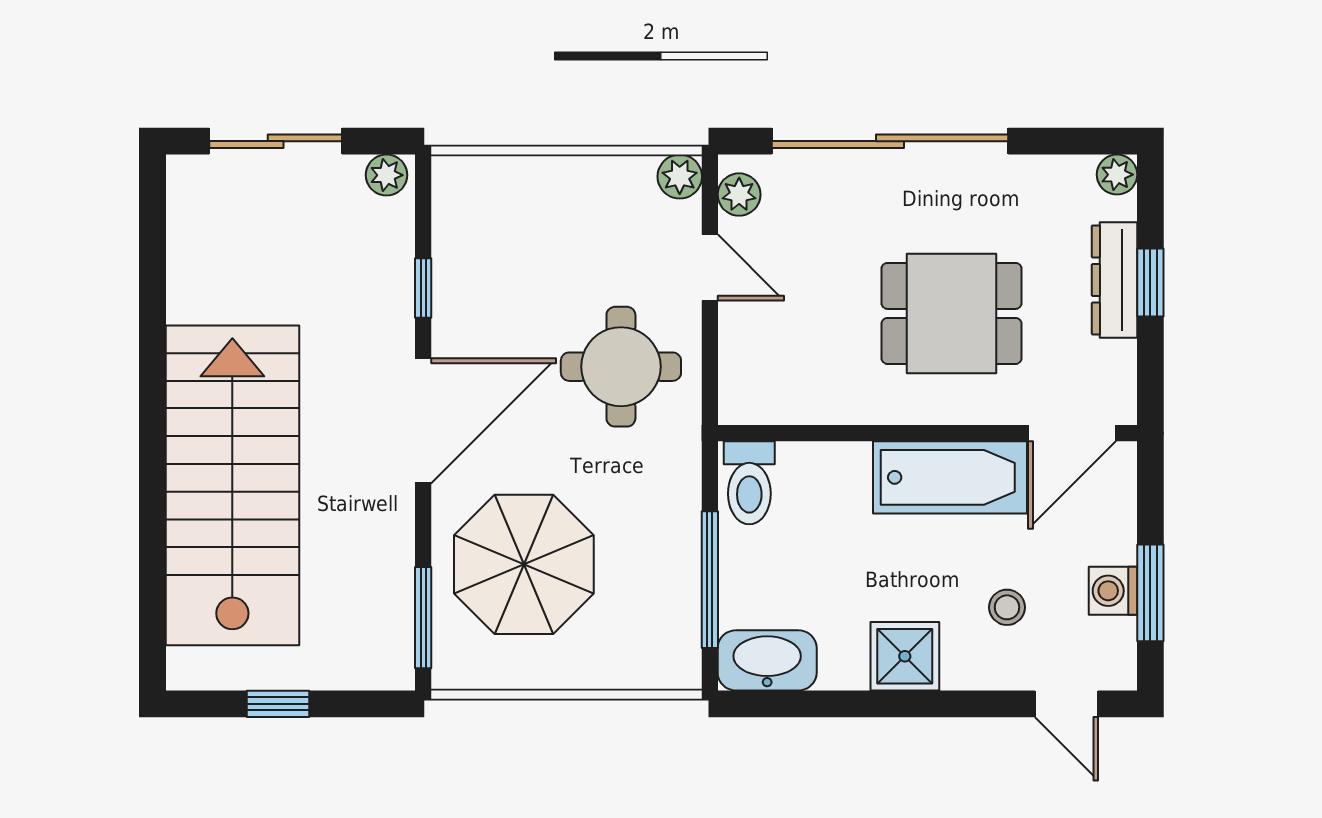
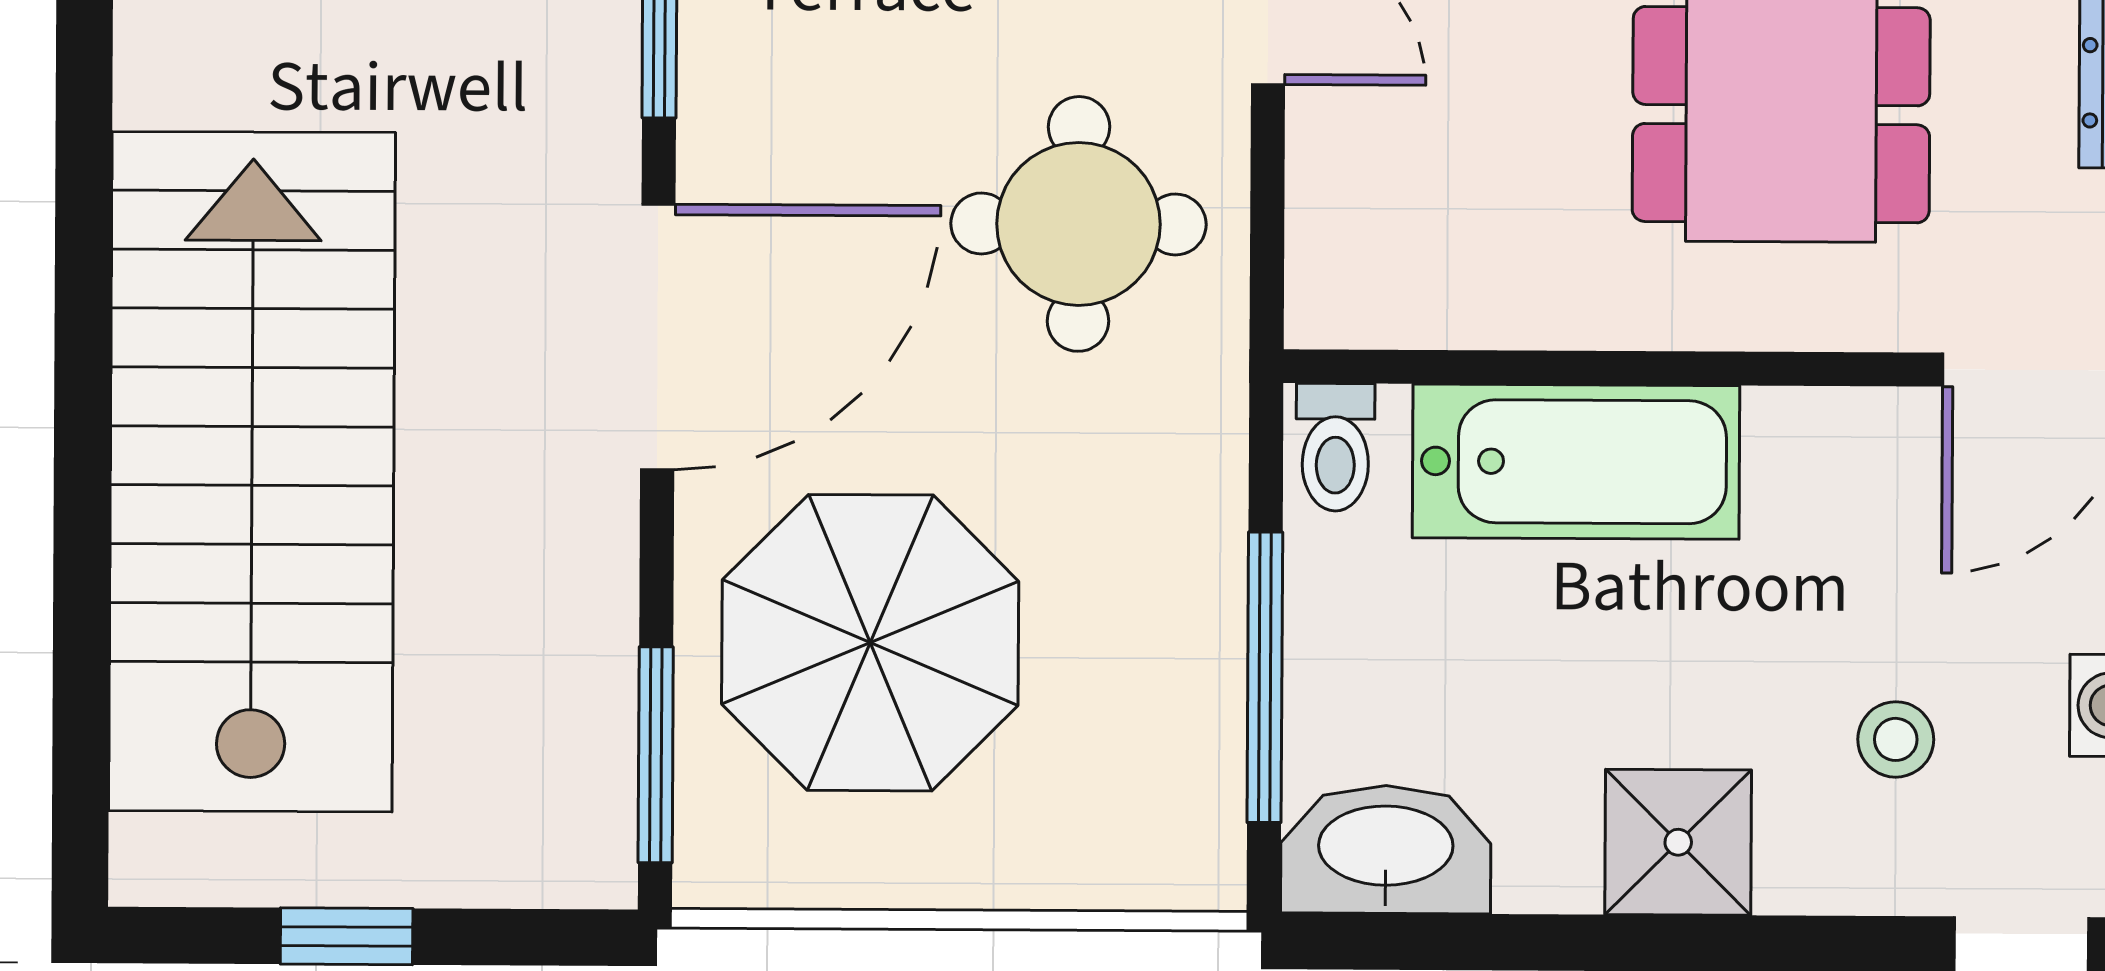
bathtub: (950, 477) -> (1576, 462), moved
toilet: (749, 483) -> (1335, 447), width x0.73, depth x0.72

